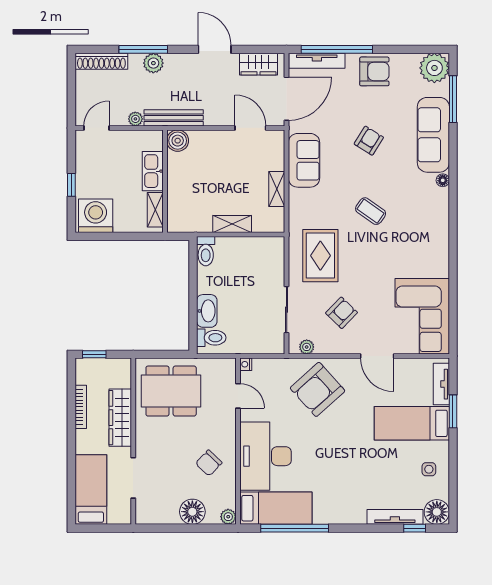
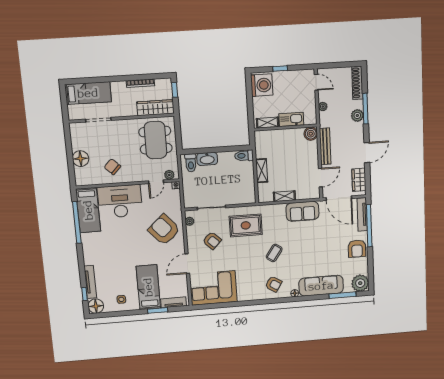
bench: (174, 118) -> (325, 146), moved
armchair: (369, 141) -> (274, 284), moved
wardrobe: (120, 418) -> (155, 108), moved
plant: (228, 517) -> (169, 175), moved

